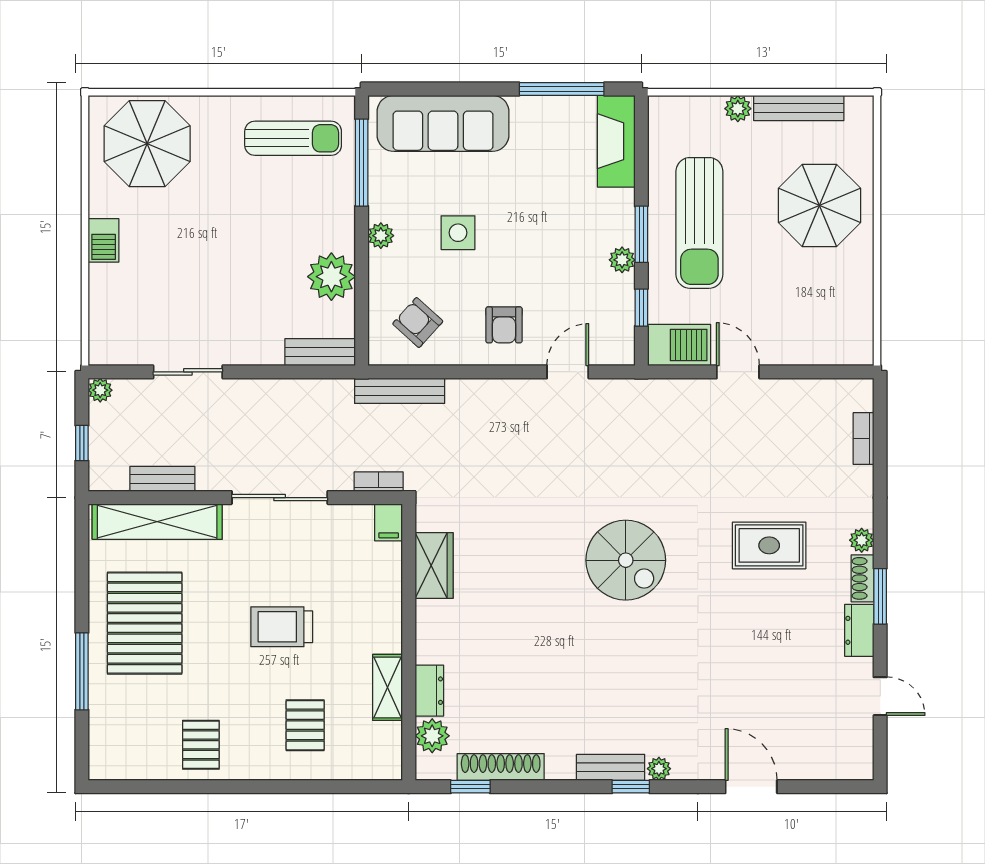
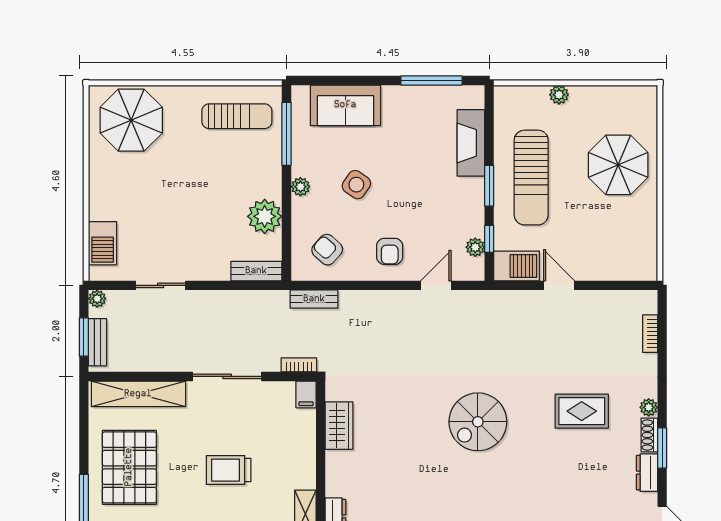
bench: (799, 108) -> (603, 94), removed
sofa: (443, 123) -> (345, 105), width x0.73
fireplace: (616, 141) -> (471, 143), moved
side table: (458, 233) -> (356, 185), turned 35
barbecue: (104, 240) -> (103, 243), moved, width x1.38, depth x1.27
plant: (622, 260) -> (475, 247), moved
bench: (400, 391) -> (314, 299), width x0.73
window: (82, 443) -> (84, 337), width x1.50
bench: (162, 479) -> (97, 342), moved, turned 90
spiral stairs: (626, 560) -> (478, 422), turned 90

